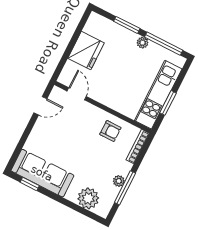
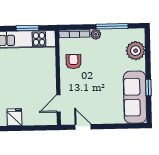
fridge: (86, 51) -> (14, 117), width x0.53, depth x0.75
plant: (119, 181) -> (96, 34), moved
window: (30, 184) -> (148, 88), moved

